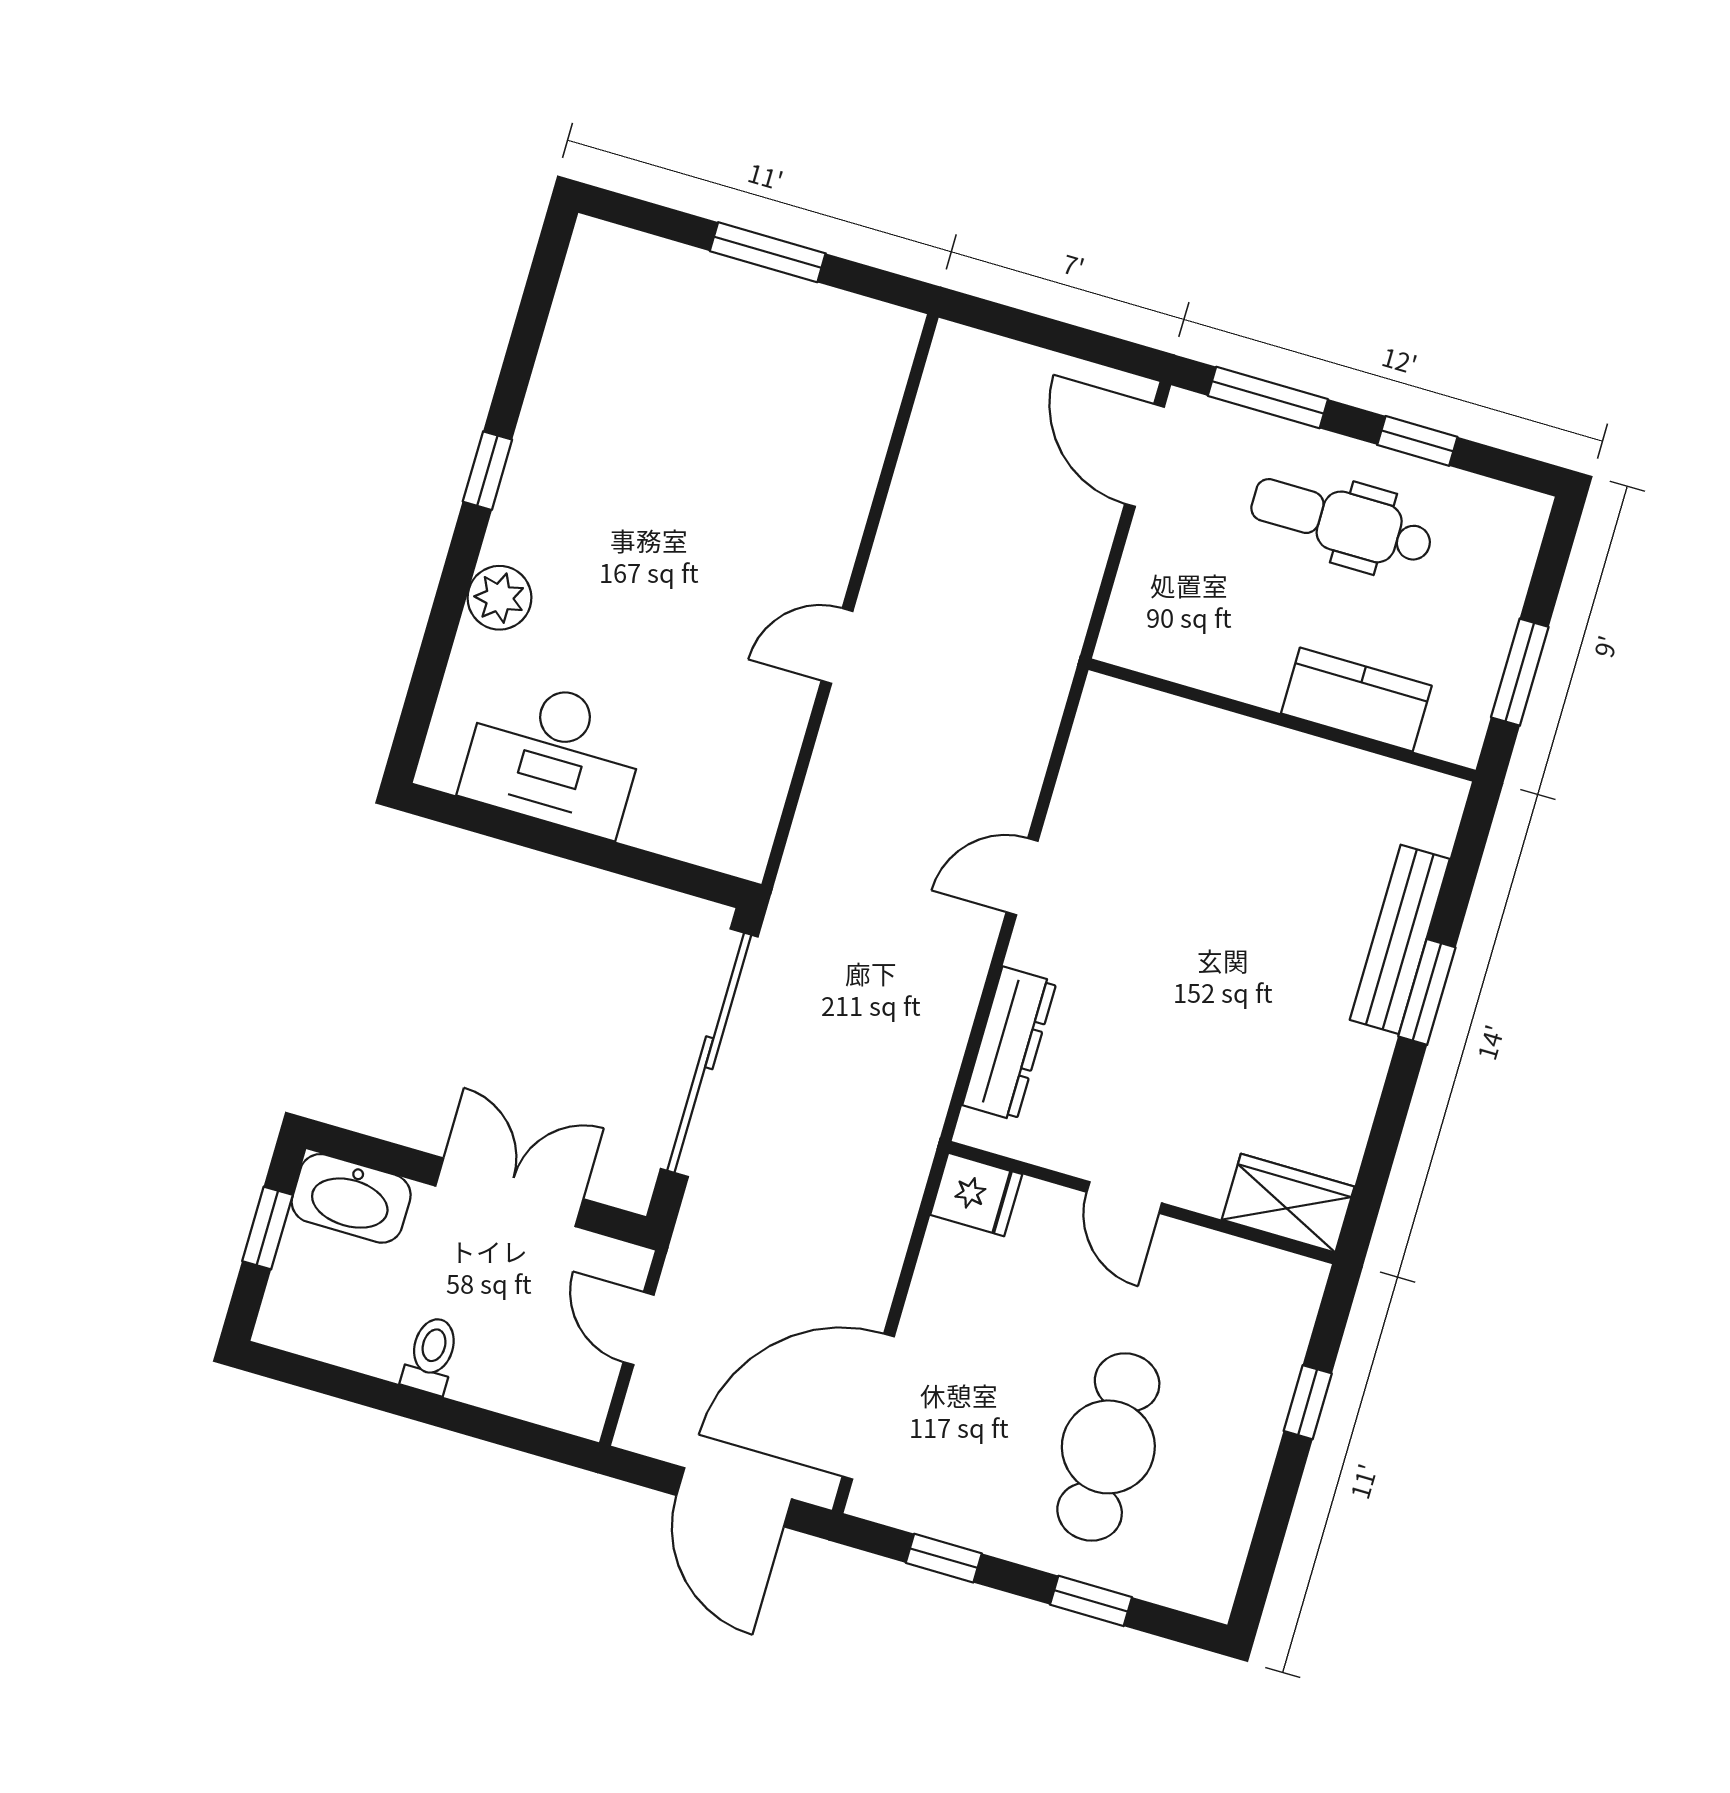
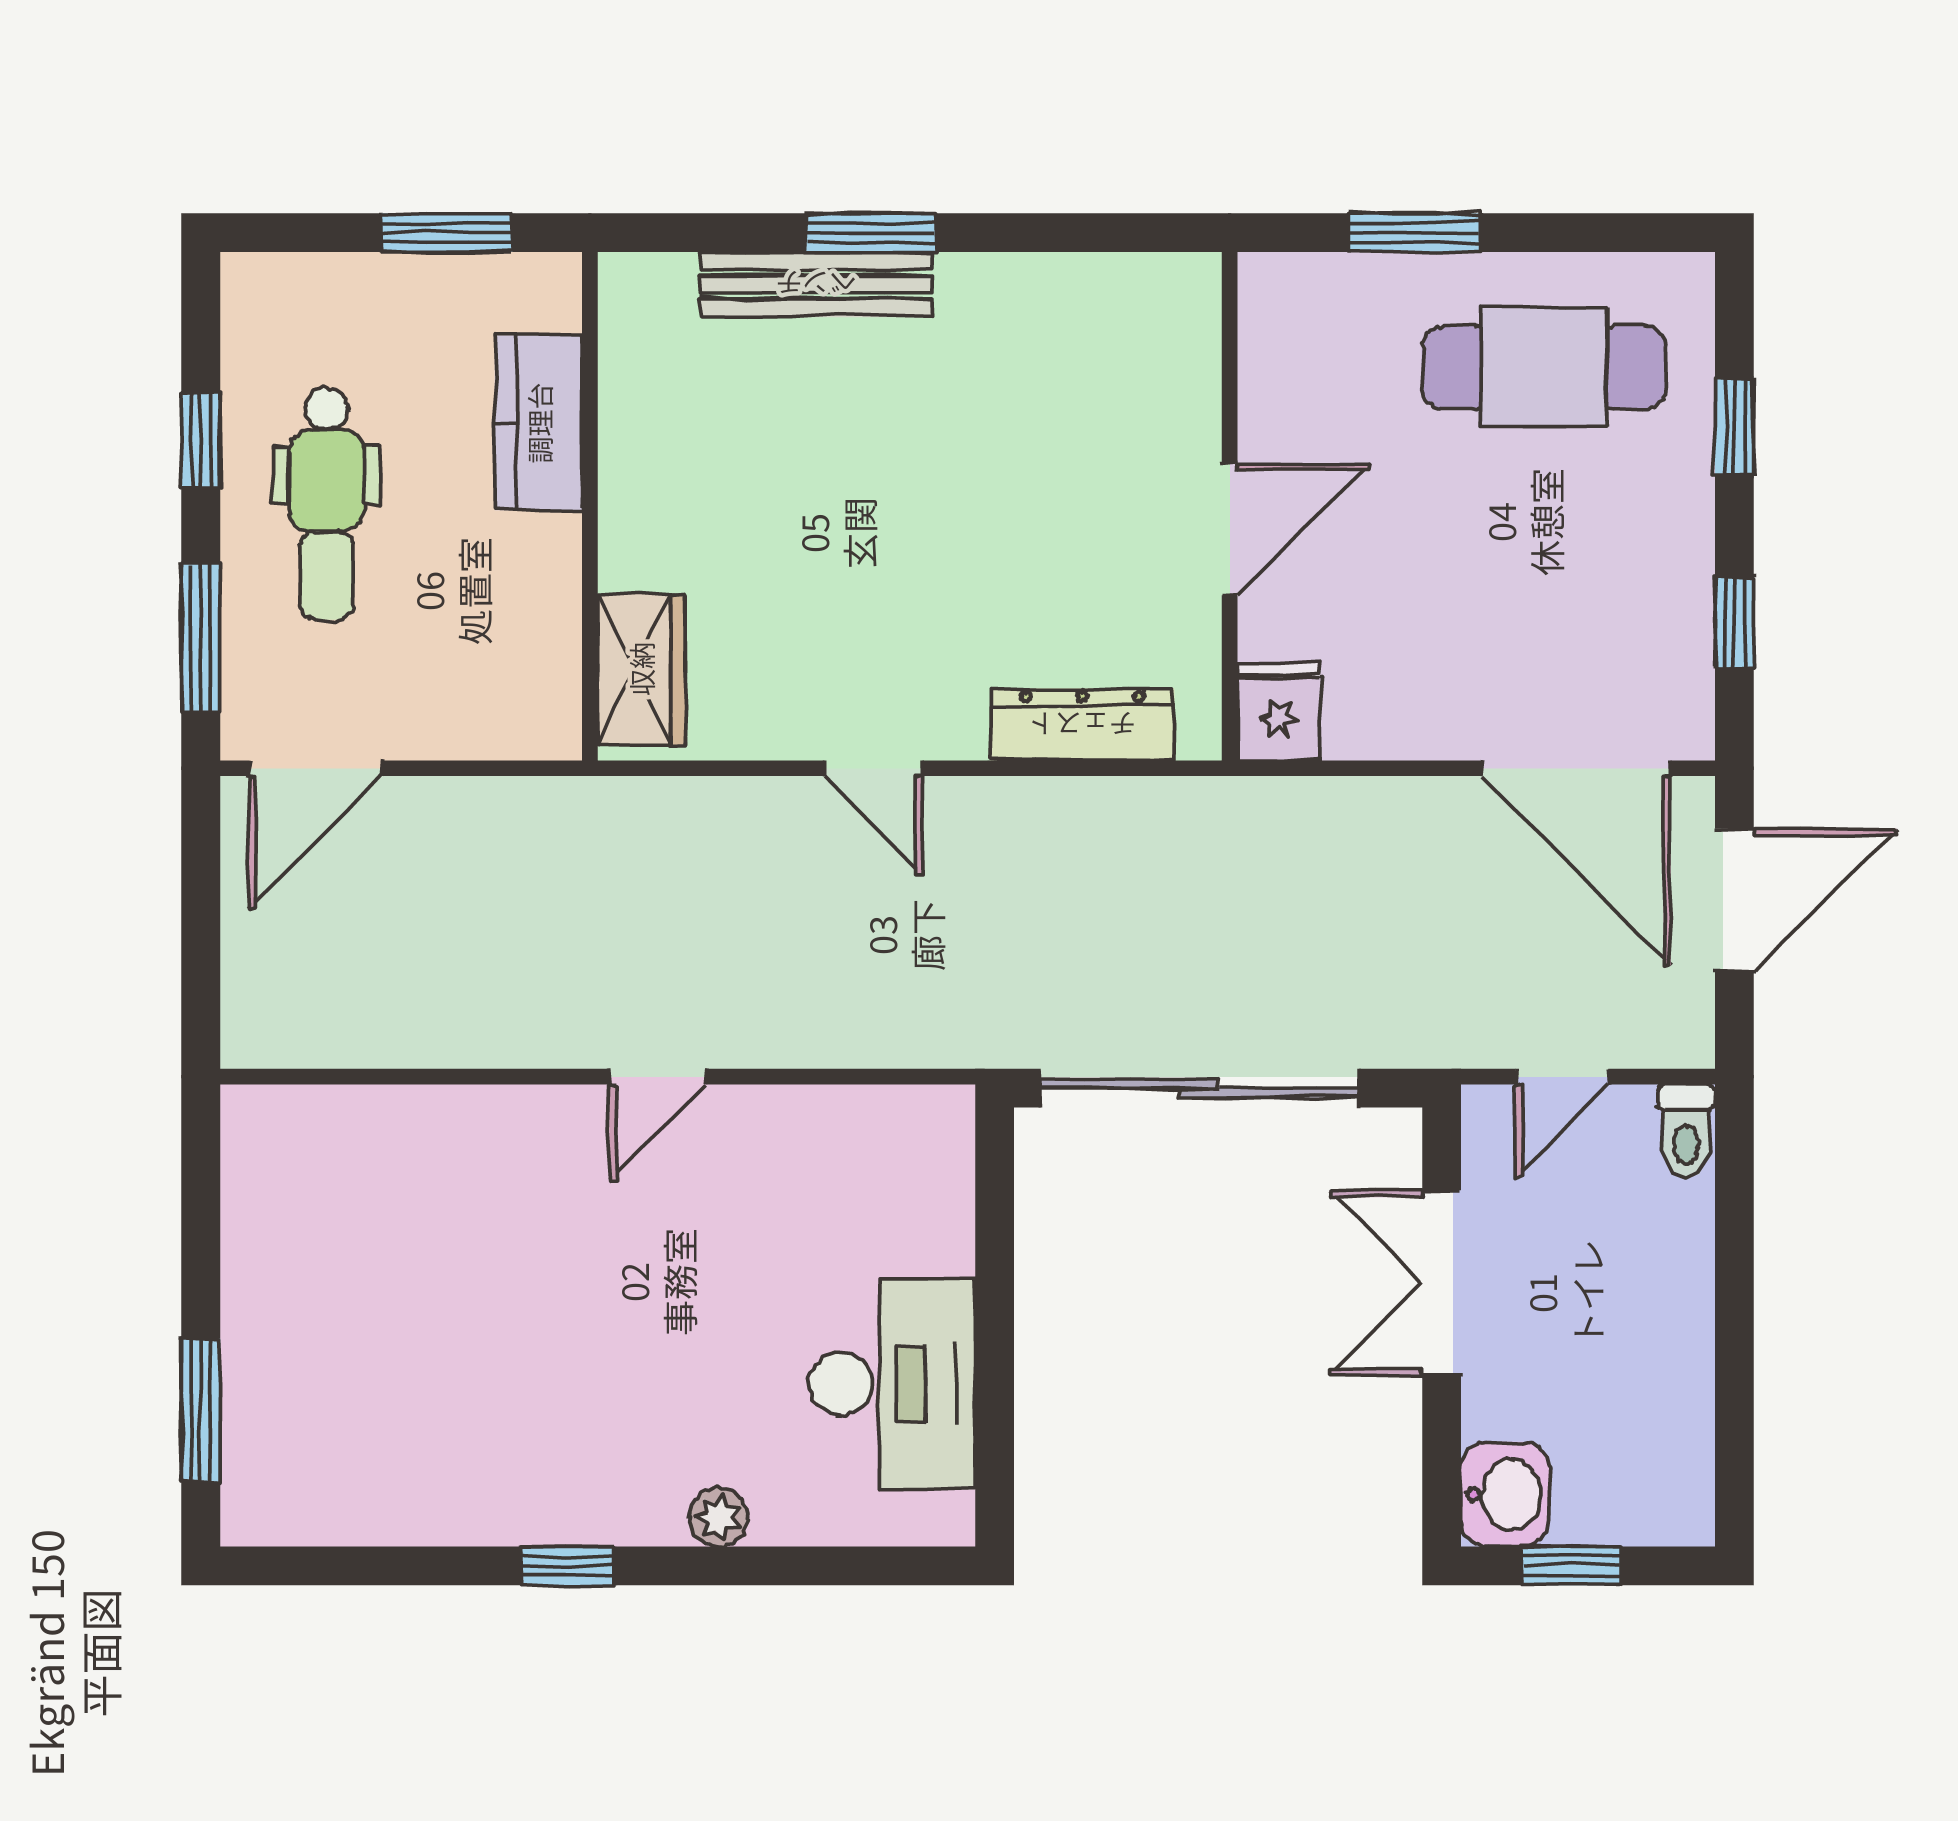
window: (768, 252) -> (201, 1410), moved
plant: (499, 598) -> (718, 1517), width x0.73, depth x0.73
door: (837, 646) -> (657, 1077), hinge flipped
washbasin: (351, 1198) -> (1505, 1494), width x0.72
door: (1124, 1198) -> (1230, 529), width x1.37
wardrobe: (1288, 1203) -> (641, 669), moved, turned 180
toilet: (431, 1355) -> (1686, 1131), moved, turned -90
window: (1308, 1402) -> (1415, 233), width x1.50
cafe table: (1108, 1447) -> (1544, 368), moved

